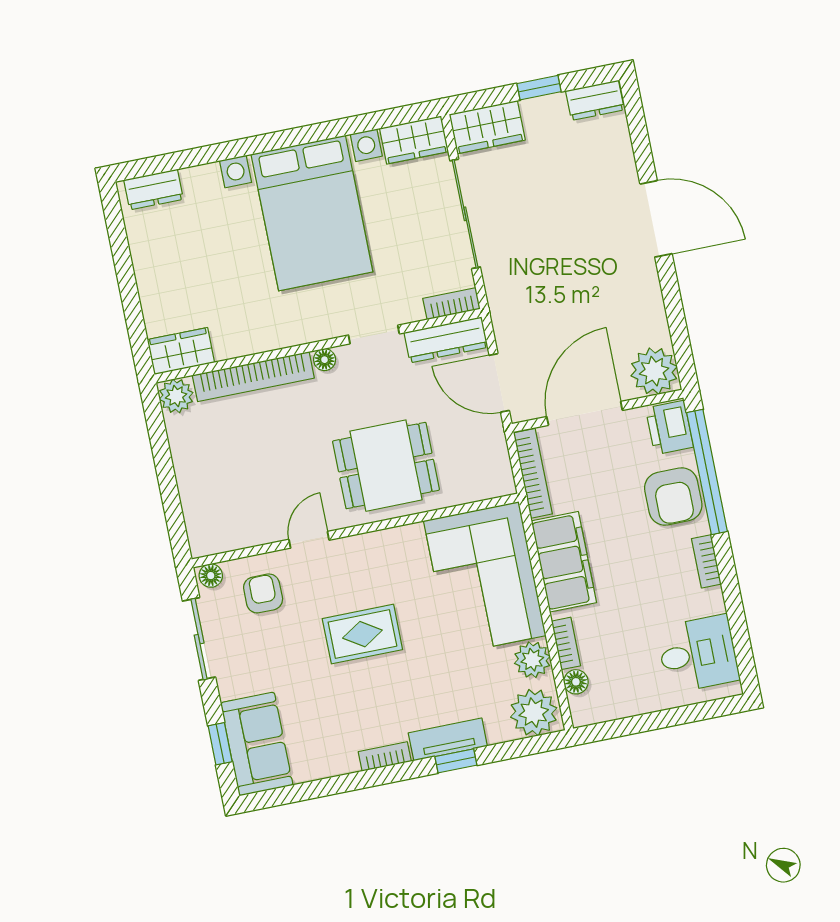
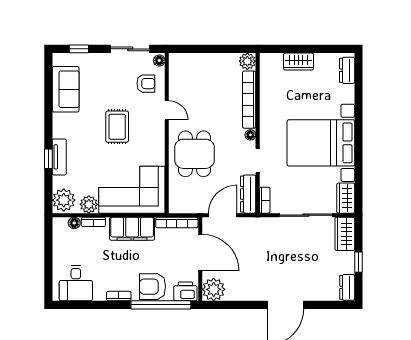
wardrobe: (181, 351) -> (298, 62), moved, turned 90
sofa: (257, 744) -> (66, 89), moved, turned -90
bookcase: (385, 757) -> (57, 126), removed

